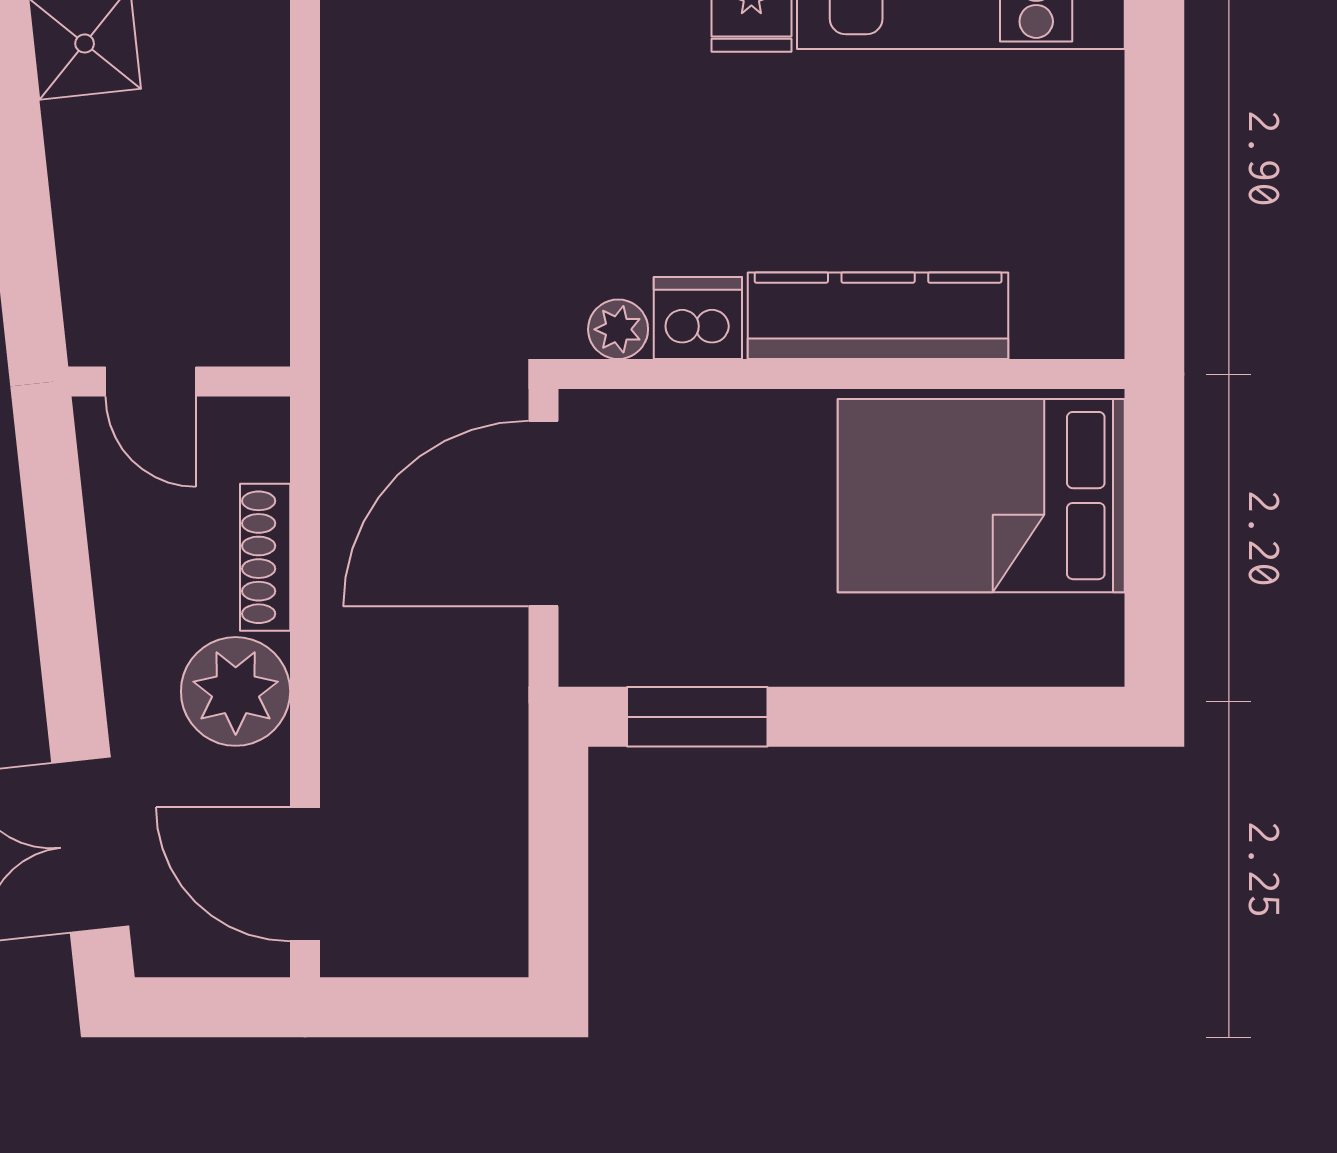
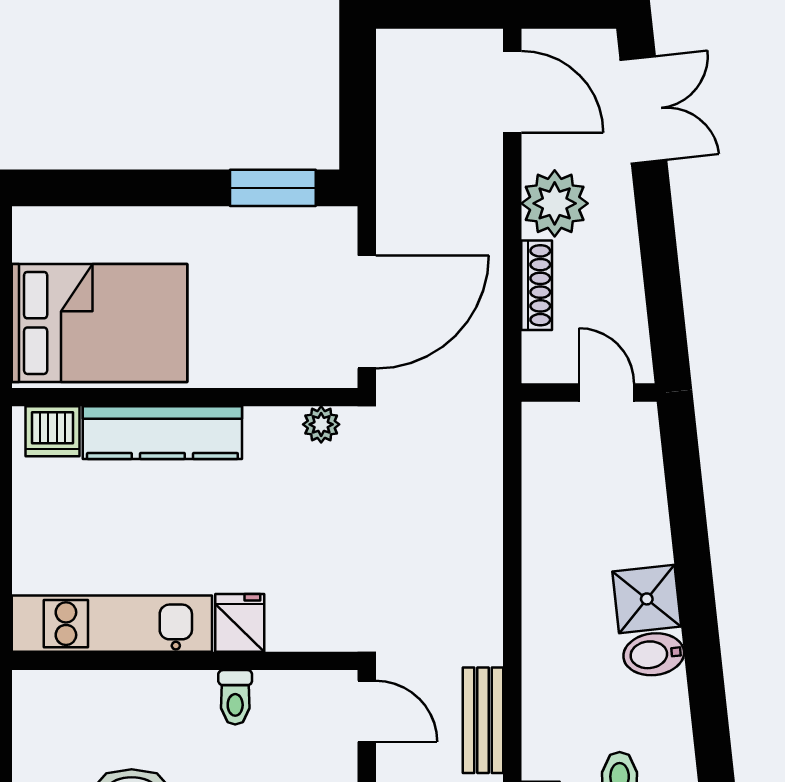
dishwasher: (698, 318) -> (52, 431), moved

